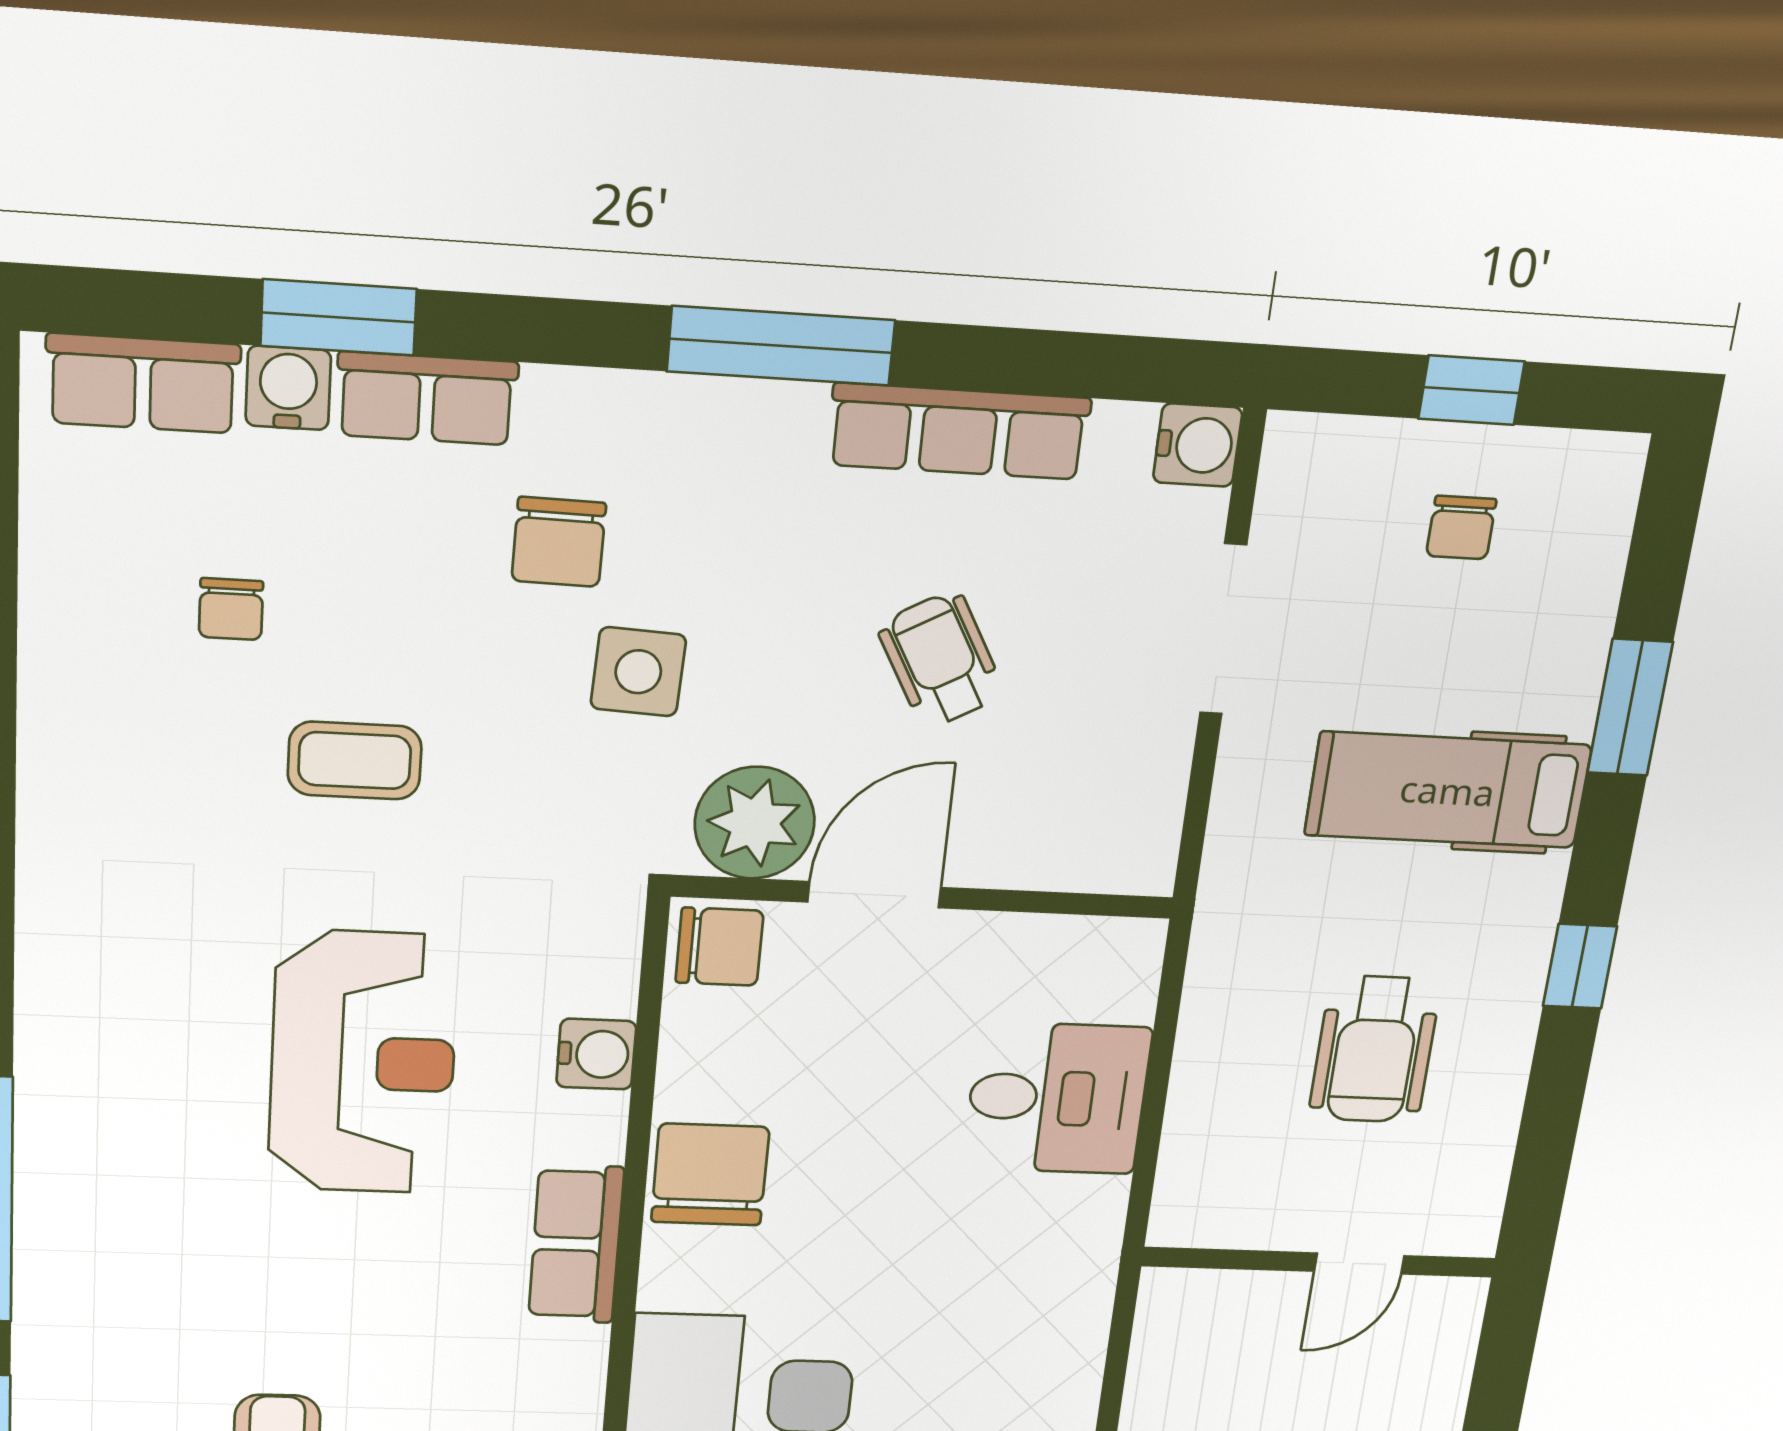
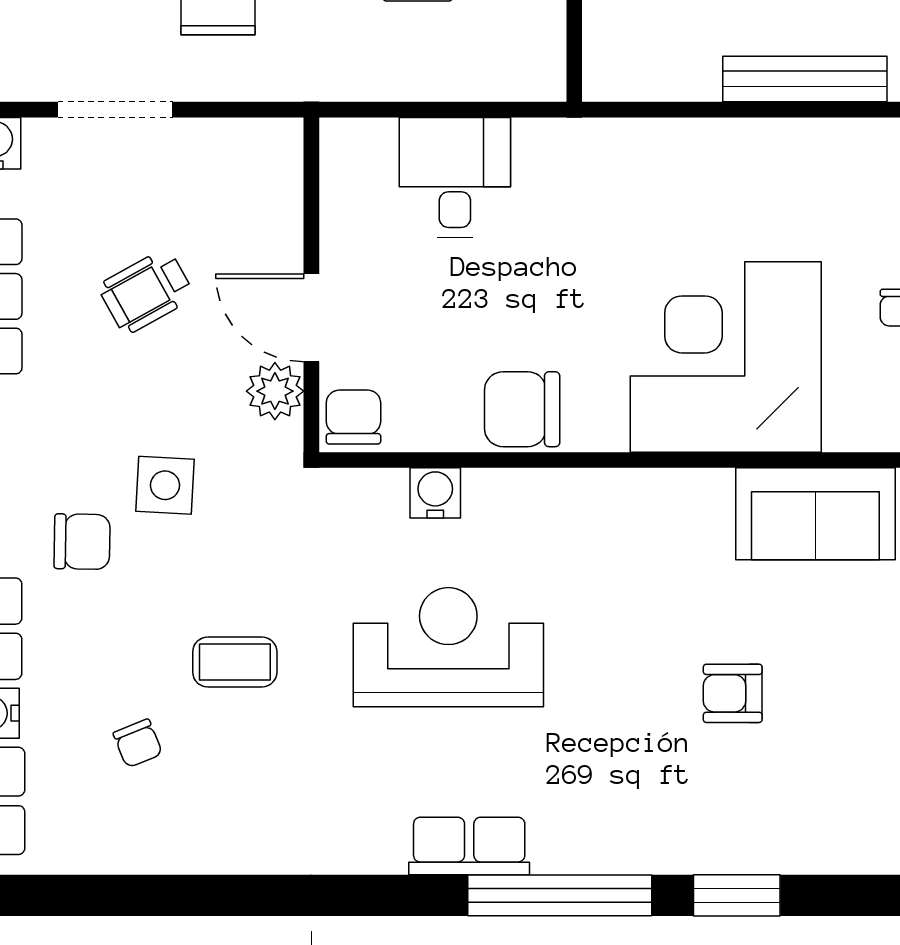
chair: (231, 609) -> (138, 743), turned 68
coffee table: (355, 761) -> (235, 662), turned 90
plant: (755, 823) -> (275, 391), width x0.73, depth x0.73
row of seats: (576, 1244) -> (469, 846), moved, turned 180

